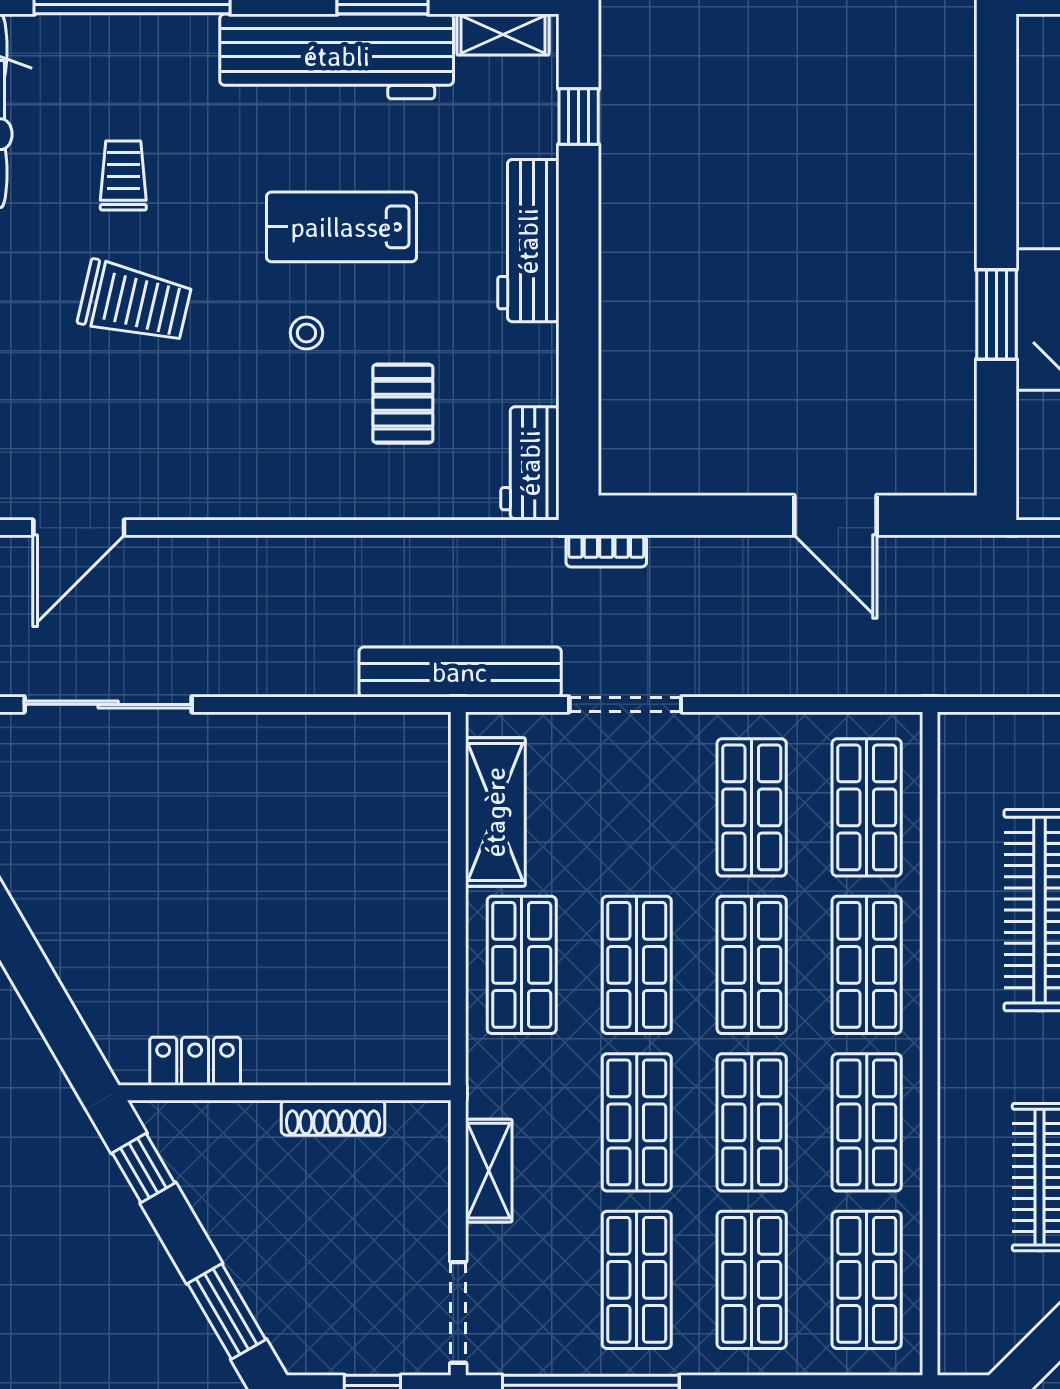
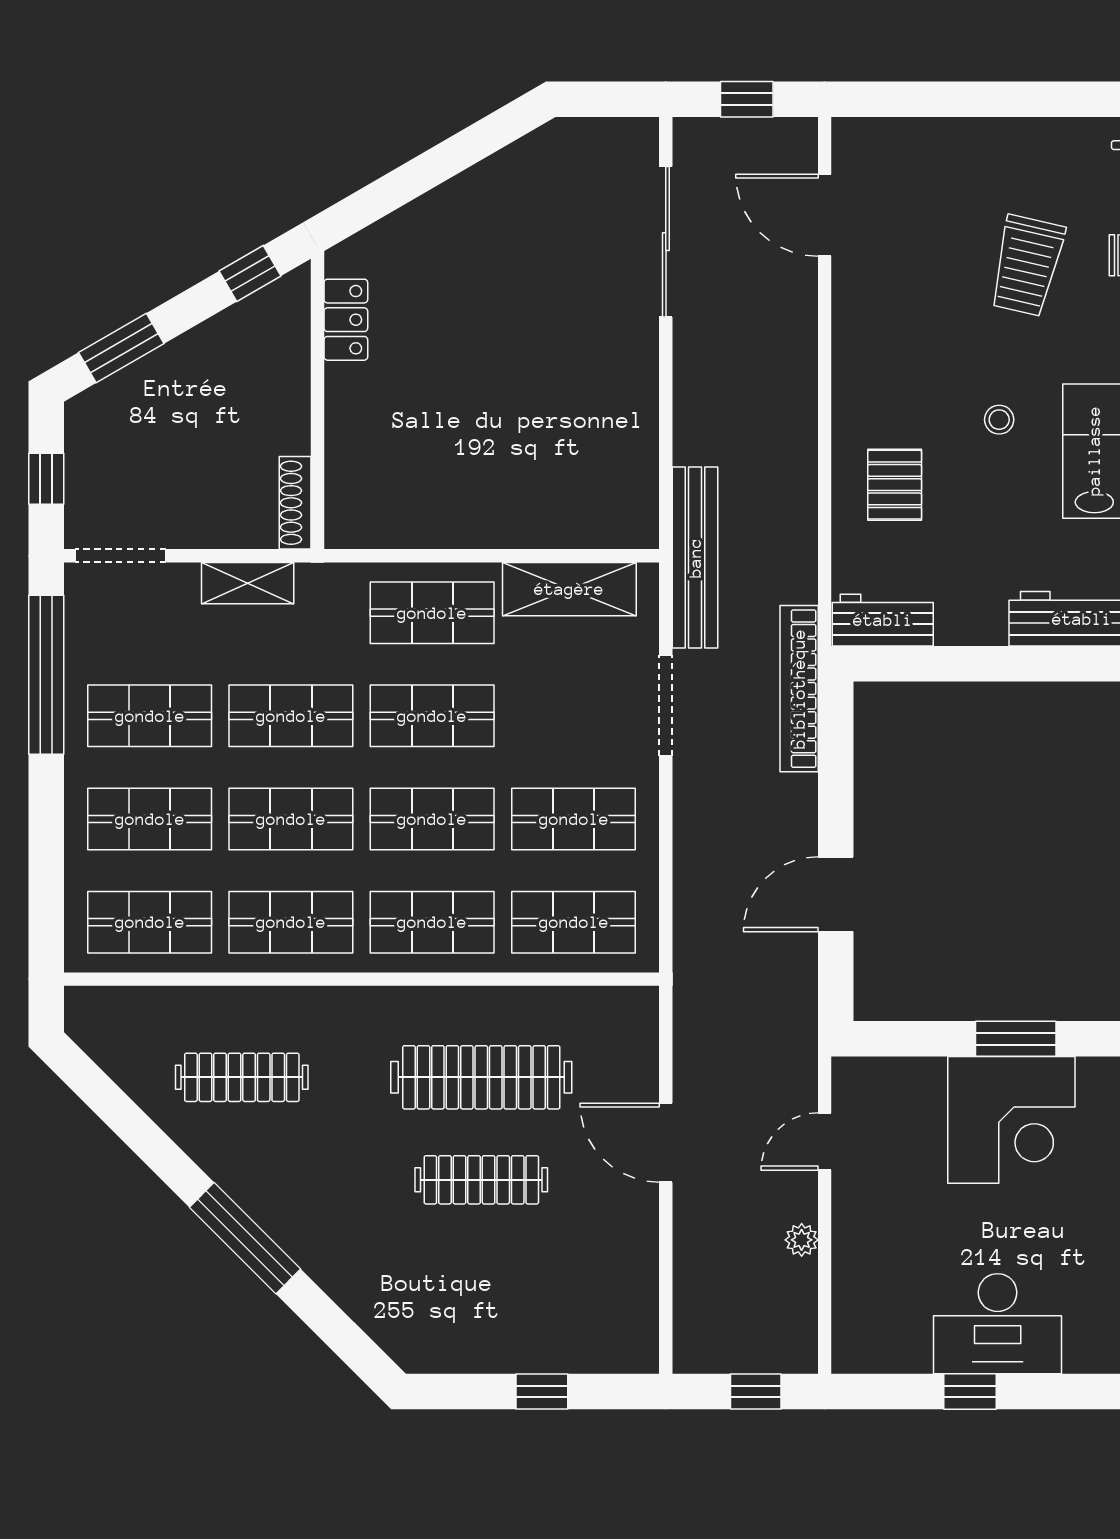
pallet: (403, 404) -> (895, 485), moved, turned 90
bookcase: (606, 551) -> (799, 689), width x2.31, depth x1.31
shoe rack: (333, 1118) -> (295, 503), moved

